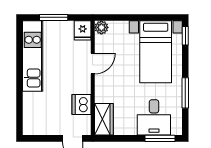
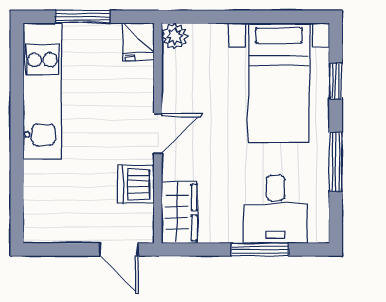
window: (185, 36) -> (336, 81), moved
door: (93, 64) -> (158, 134), moved
window: (160, 138) -> (260, 249), moved

